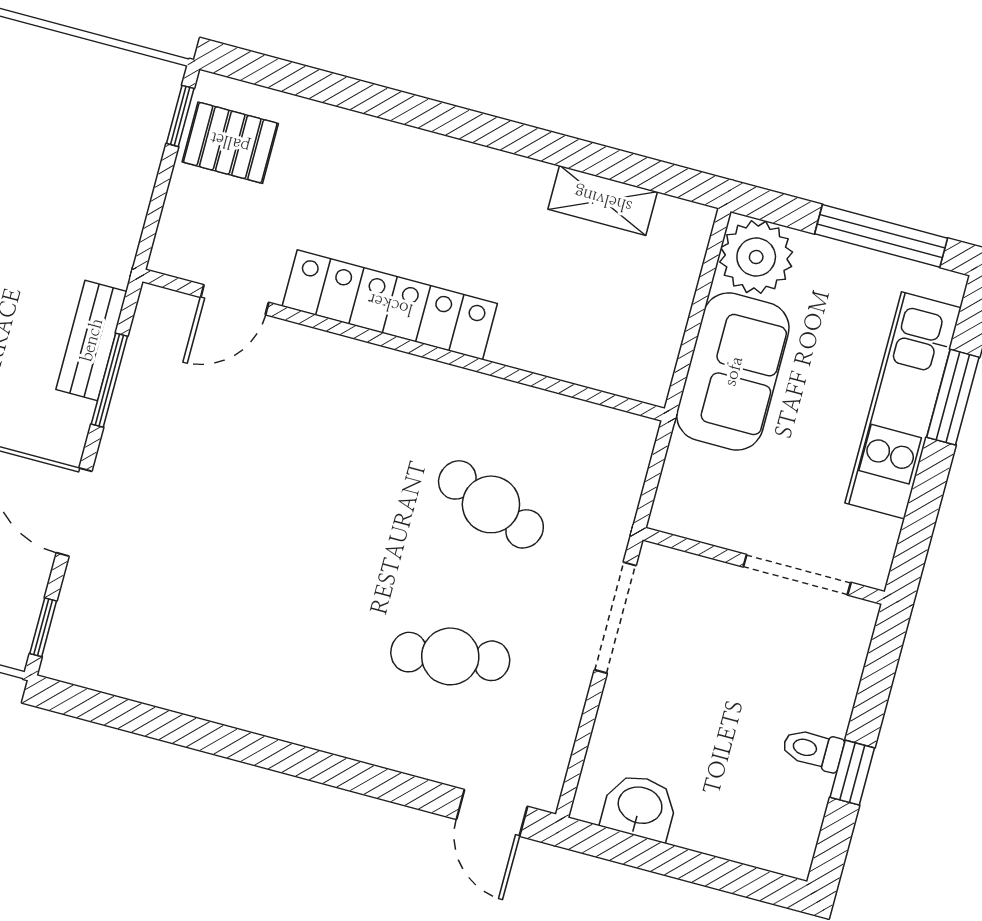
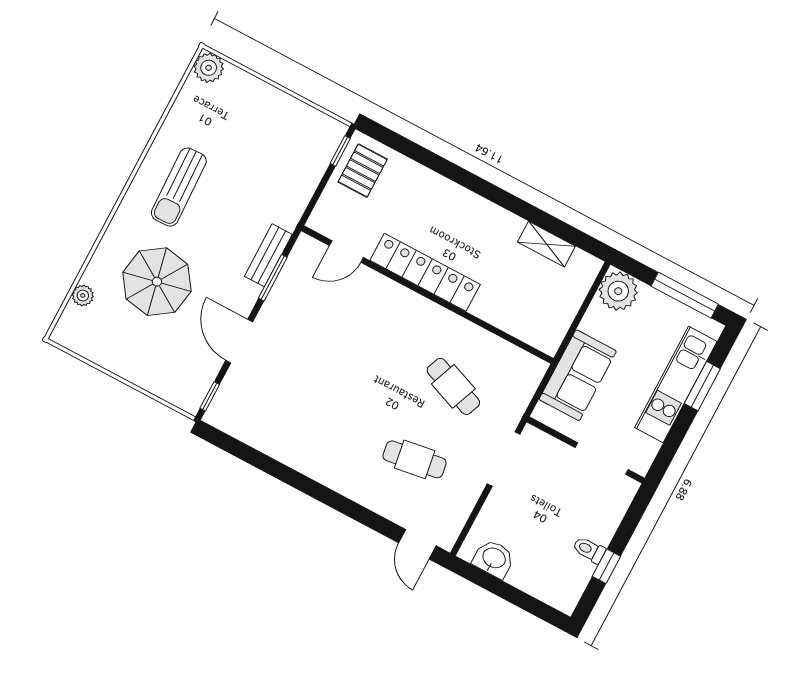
pallet: (230, 143) -> (363, 171), turned 90
sofa: (733, 371) -> (578, 375), moved

